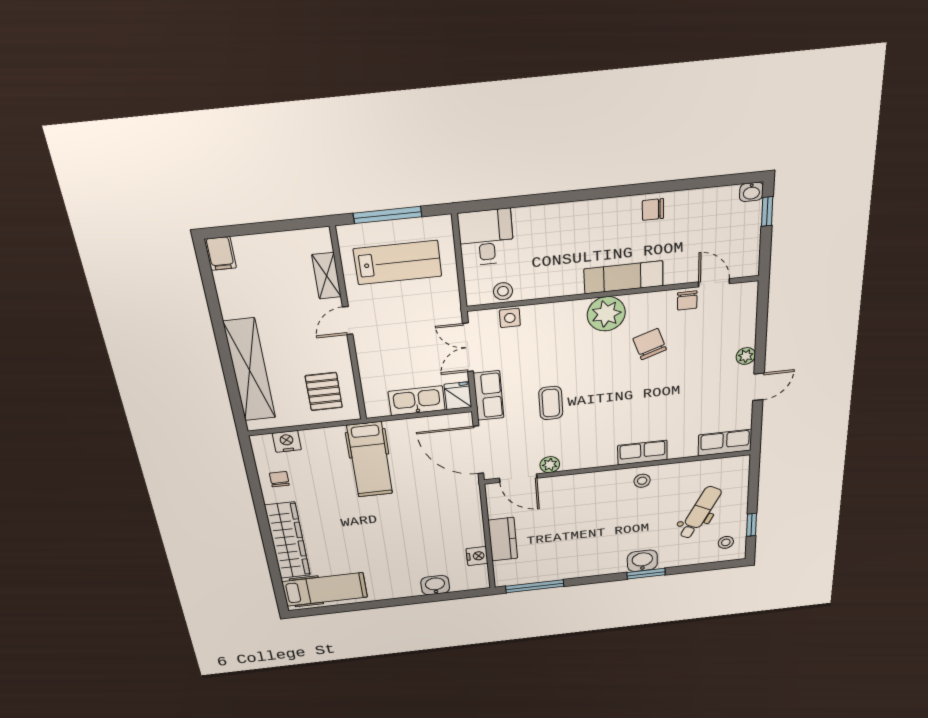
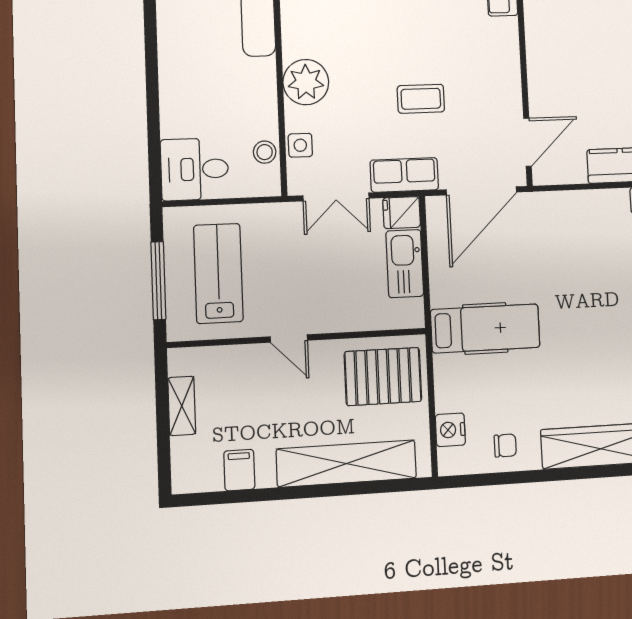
filing cabinet: (220, 253) -> (239, 470), moved, turned -90
shelving: (327, 276) -> (182, 406), moved, turned 90
plant: (606, 314) -> (306, 82), moved
pallet: (324, 392) -> (383, 377), width x1.50, depth x1.42
plant: (550, 465) -> (510, 102), removed
chair: (279, 479) -> (505, 446), turned 180

